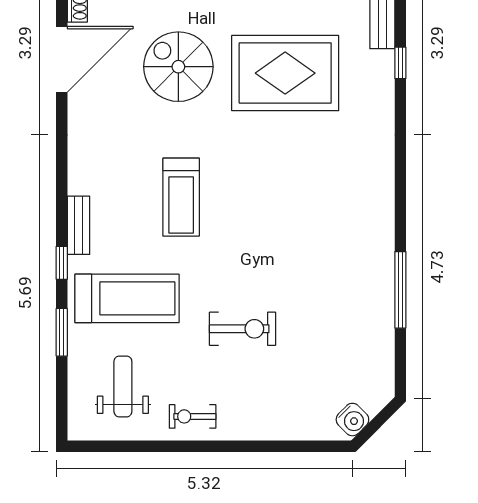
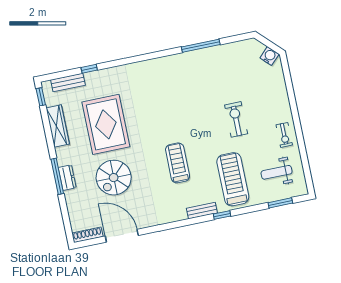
treadmill: (181, 197) -> (178, 163), turned -90
window: (62, 332) -> (280, 203), moved

